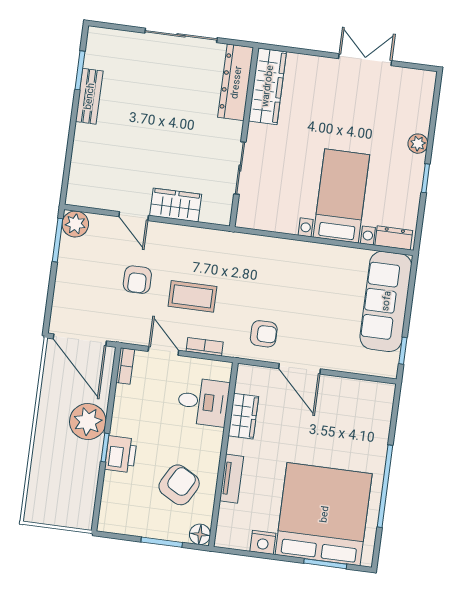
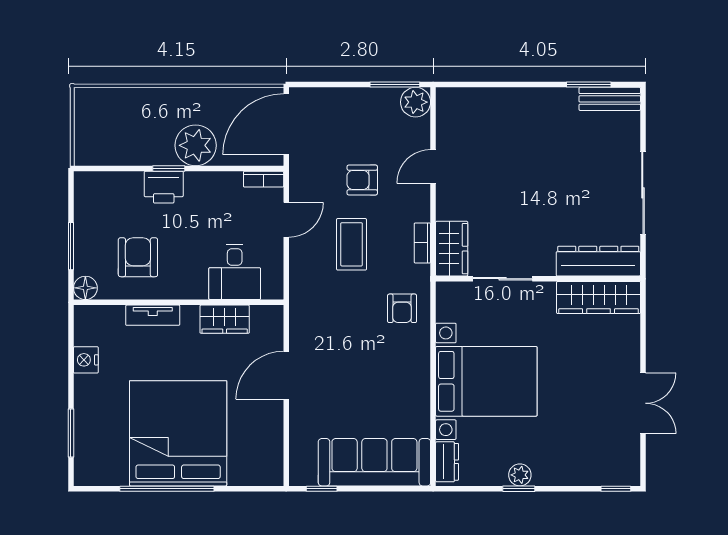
window: (437, 93) -> (616, 489), added
bench: (89, 96) -> (610, 99), moved
plant: (418, 144) -> (520, 475), moved
bed with nightstands: (341, 196) -> (486, 381), width x1.36
wardrobe: (176, 205) -> (452, 249), moved
armchair: (264, 334) -> (402, 308), moved
bookcase: (205, 347) -> (422, 243), moved, turned 180
armchair: (179, 485) -> (138, 257), turned -119
bed: (324, 514) -> (178, 433), moved, turned -90

